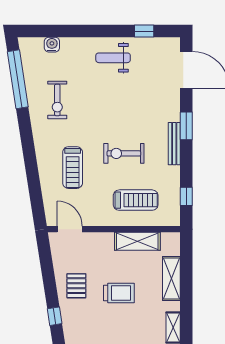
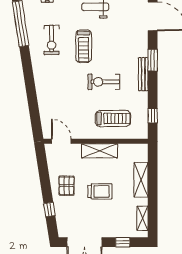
treadmill: (73, 168) -> (84, 46), moved
shelving: (137, 241) -> (100, 151), moved

